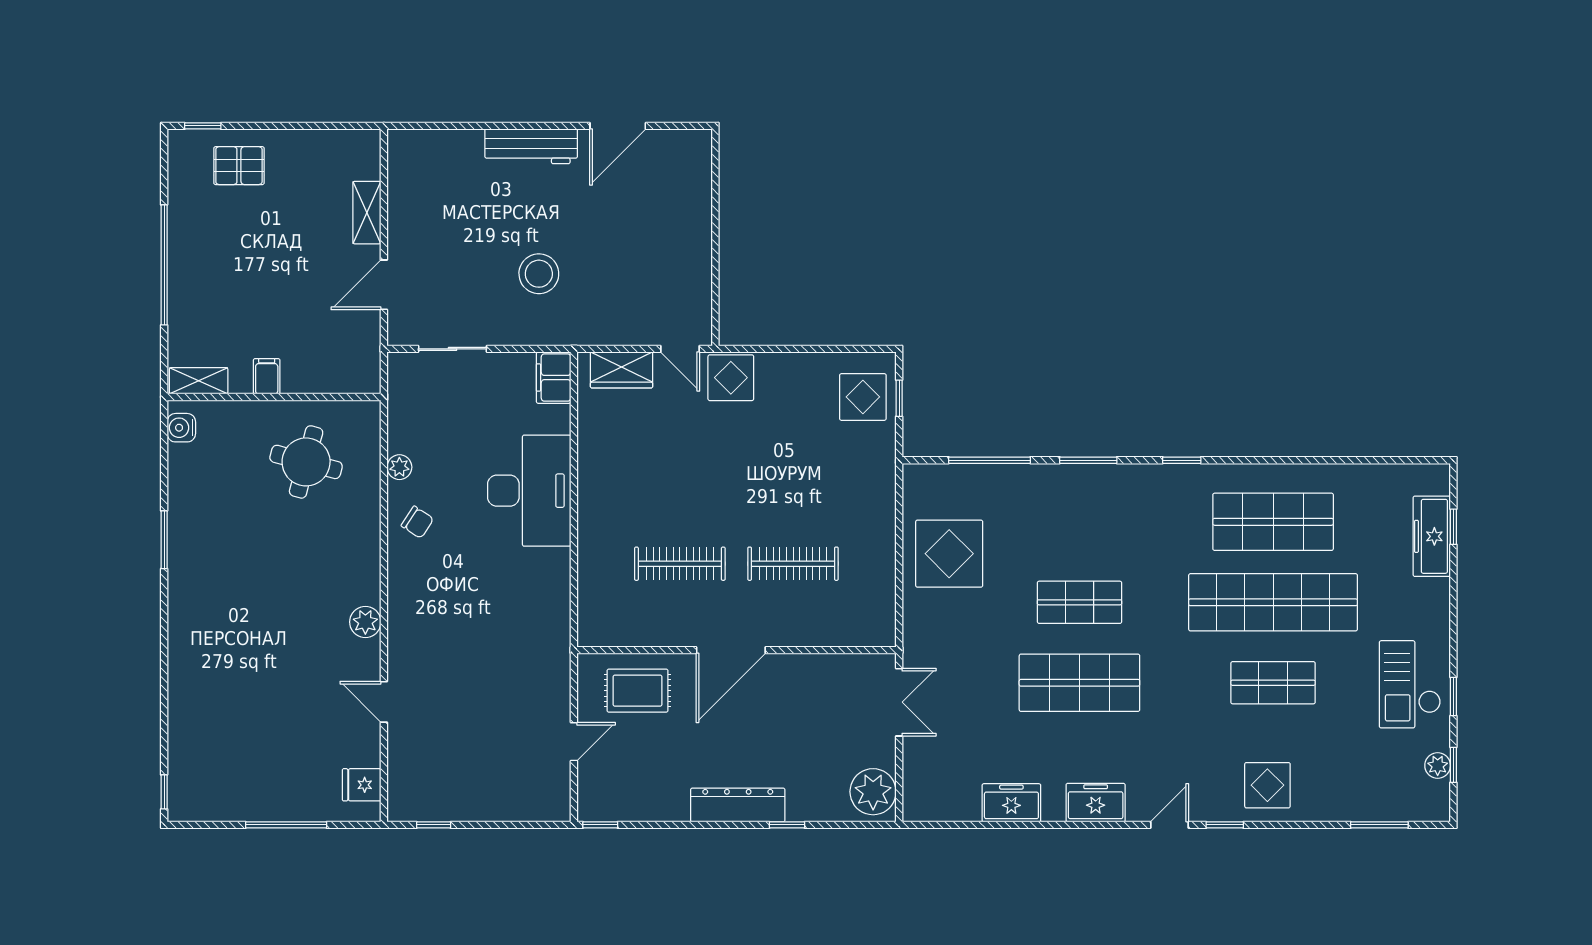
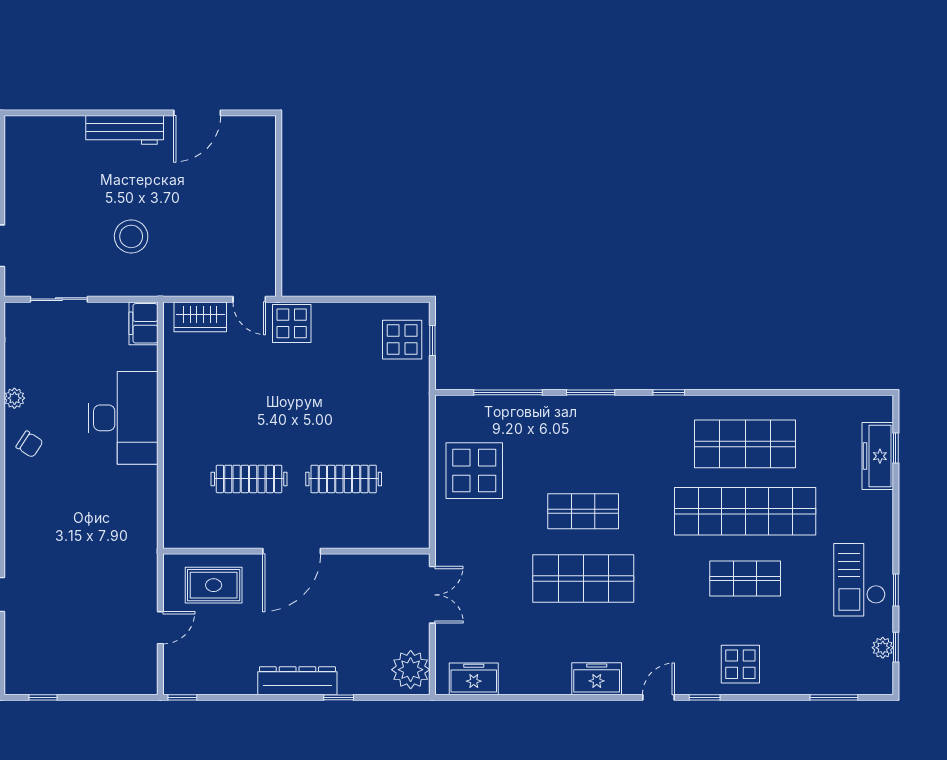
freezer: (1011, 803) -> (474, 679), moved

